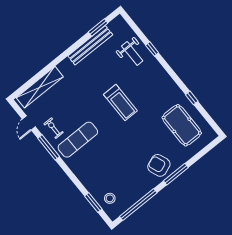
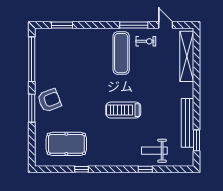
stool: (110, 198) -> (55, 41), removed

